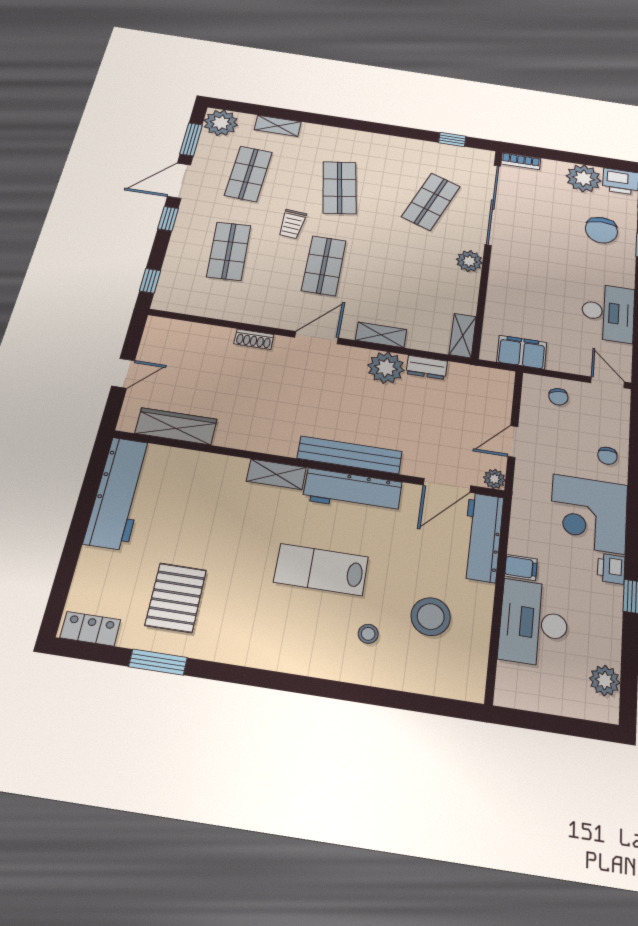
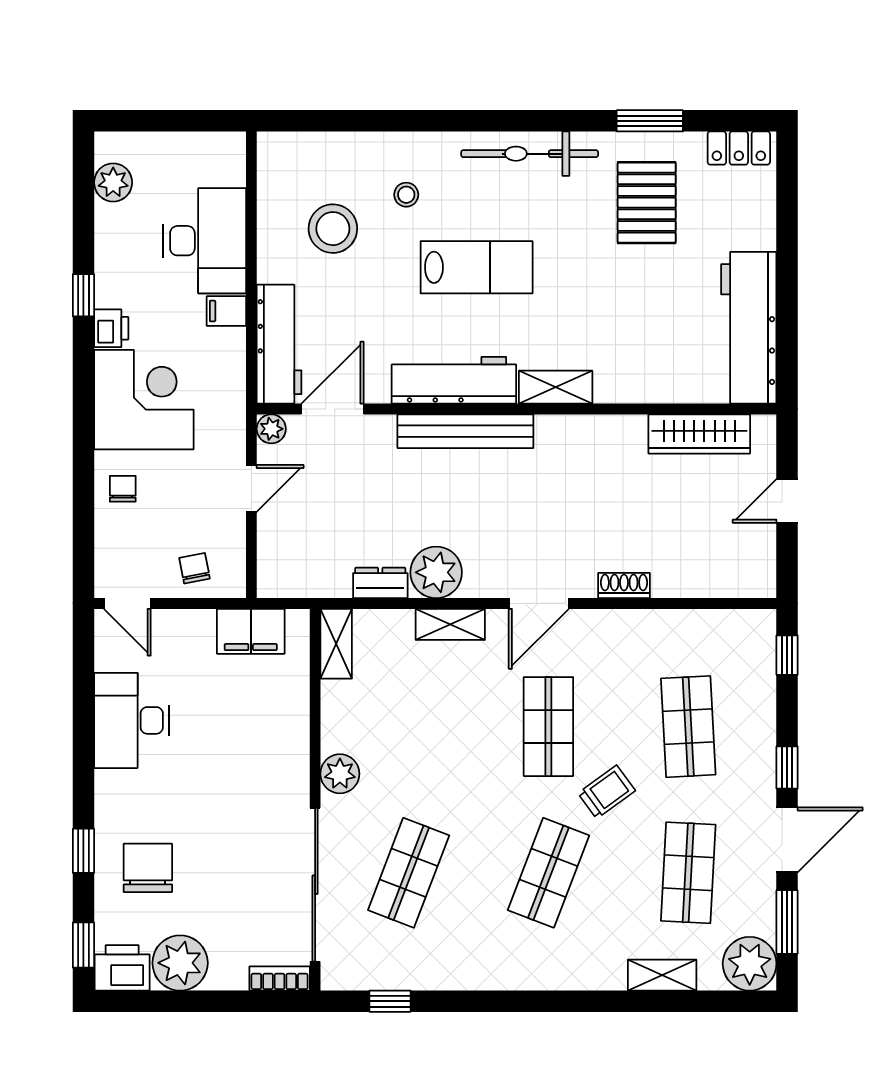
shop shelf: (340, 188) -> (548, 873), turned 30
trolley: (292, 224) -> (607, 792), turned 49
bicycle: (262, 651) -> (530, 154), added

